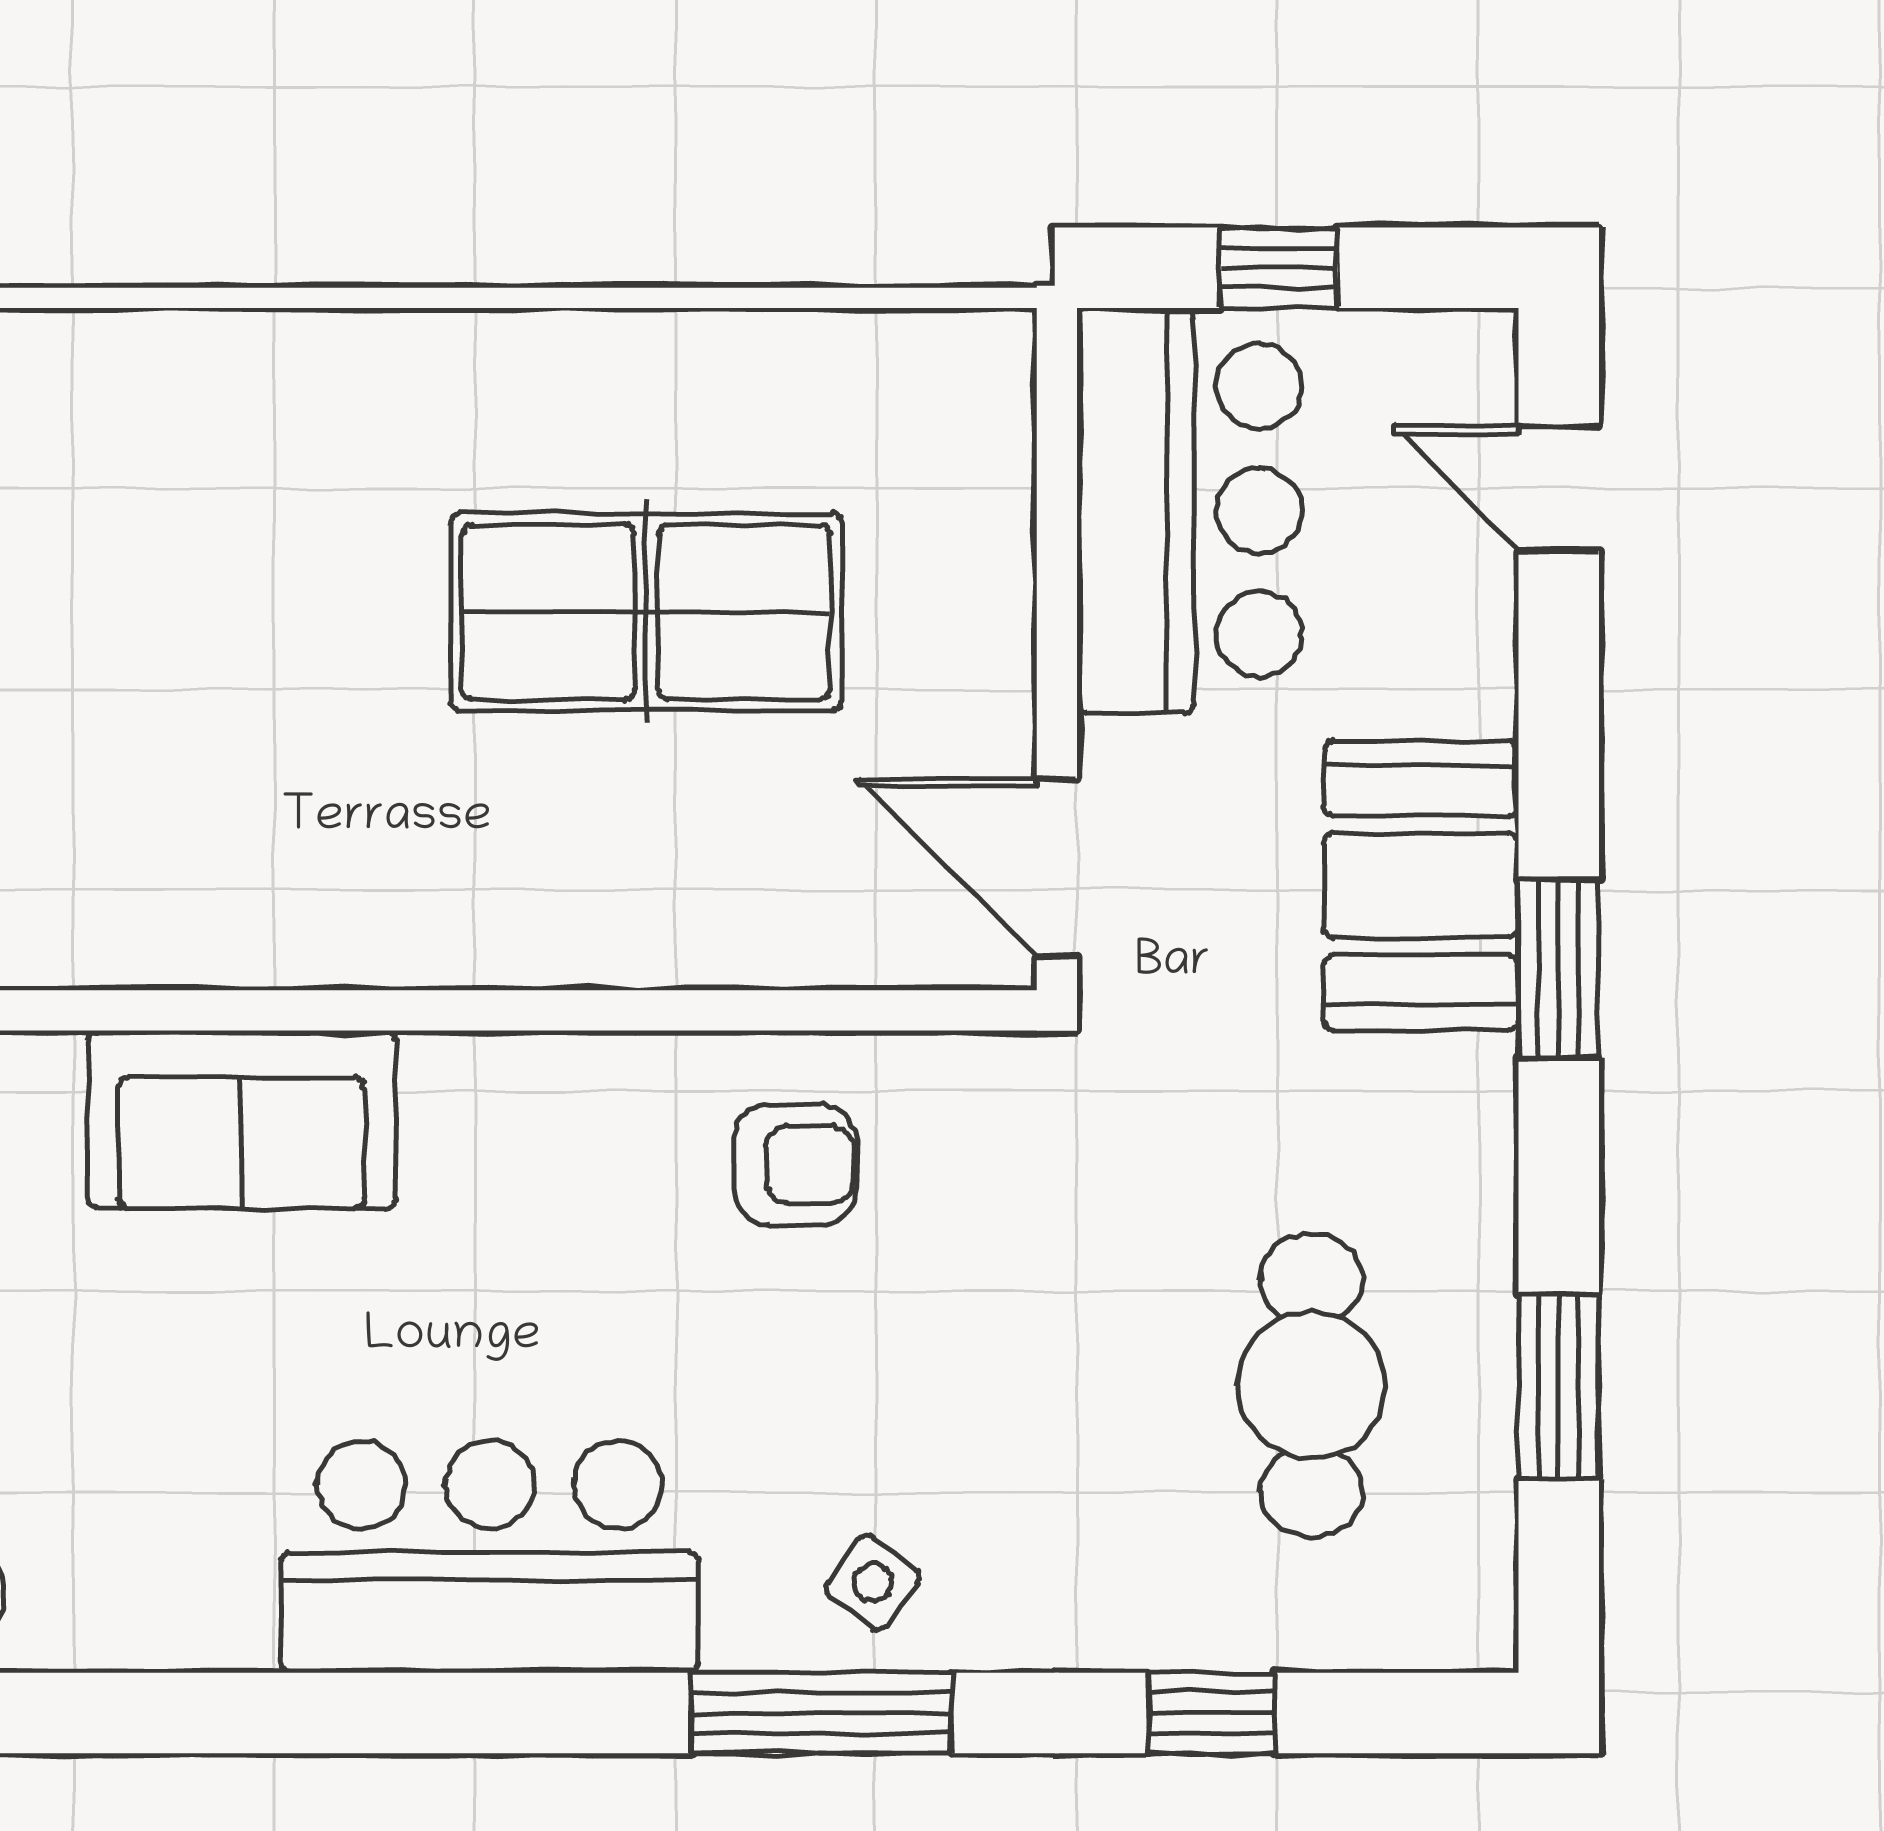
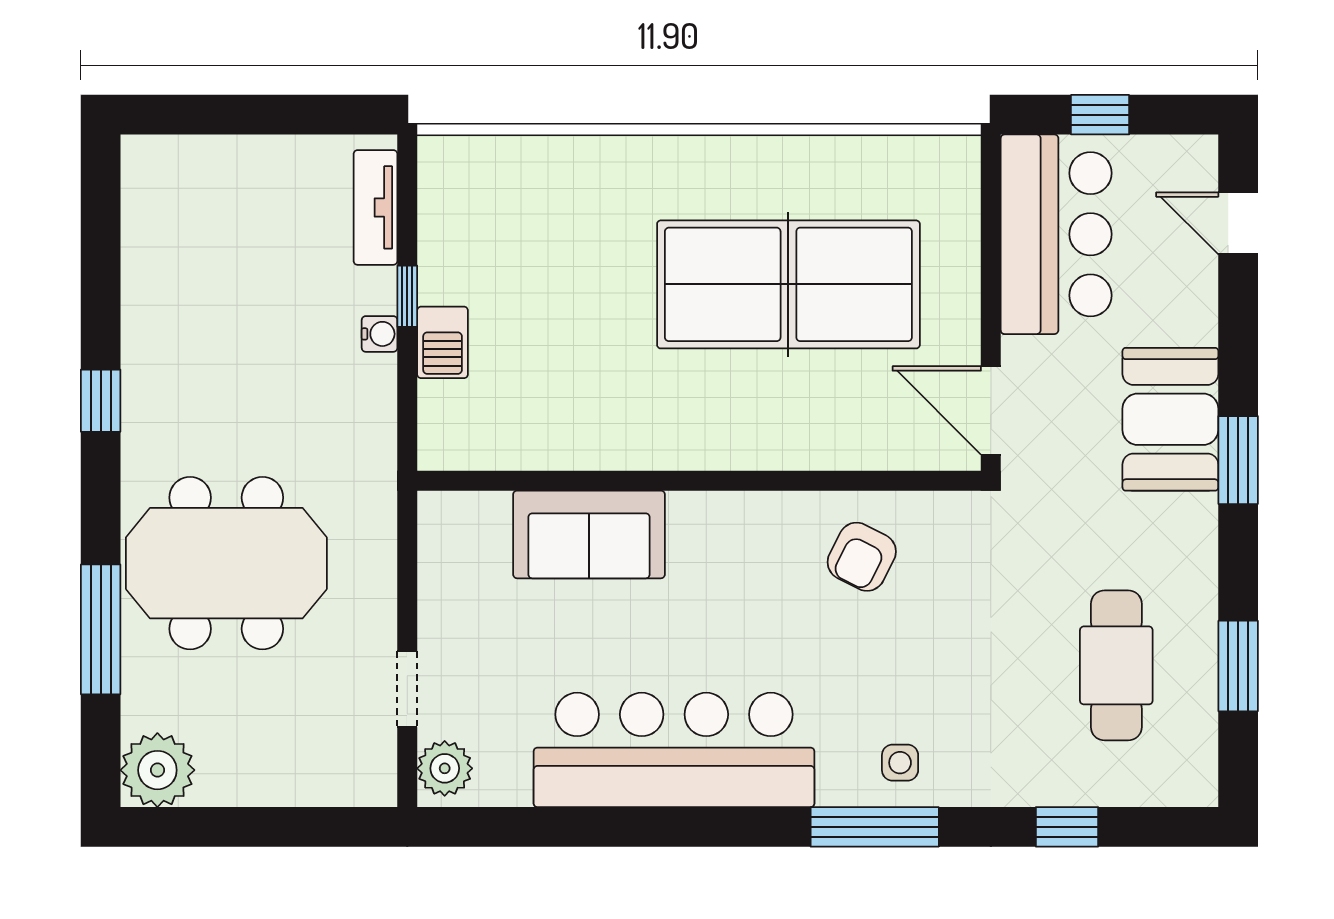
table tennis table: (646, 612) -> (788, 284), width x1.36, depth x1.32
armchair: (795, 1165) -> (862, 557), turned 117
bar counter: (490, 1557) -> (674, 750), width x1.36
side table: (873, 1583) -> (900, 763), turned -37

